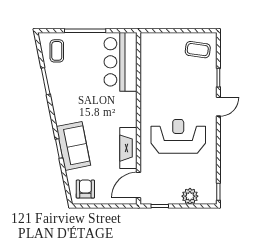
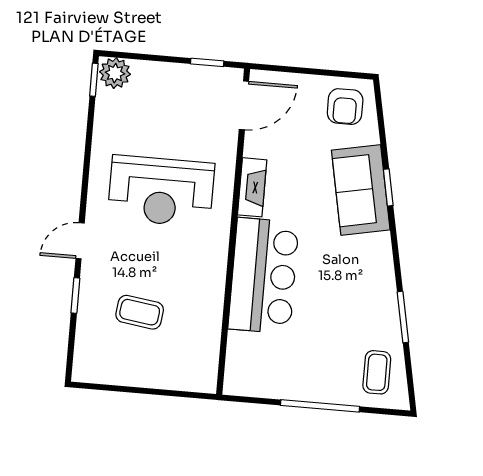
coffee table: (198, 50) -> (140, 312), moved
bar counter: (121, 62) -> (263, 276), moved
fireplace: (128, 148) -> (252, 187), width x0.73, depth x0.76
plant: (190, 196) -> (115, 73), moved

